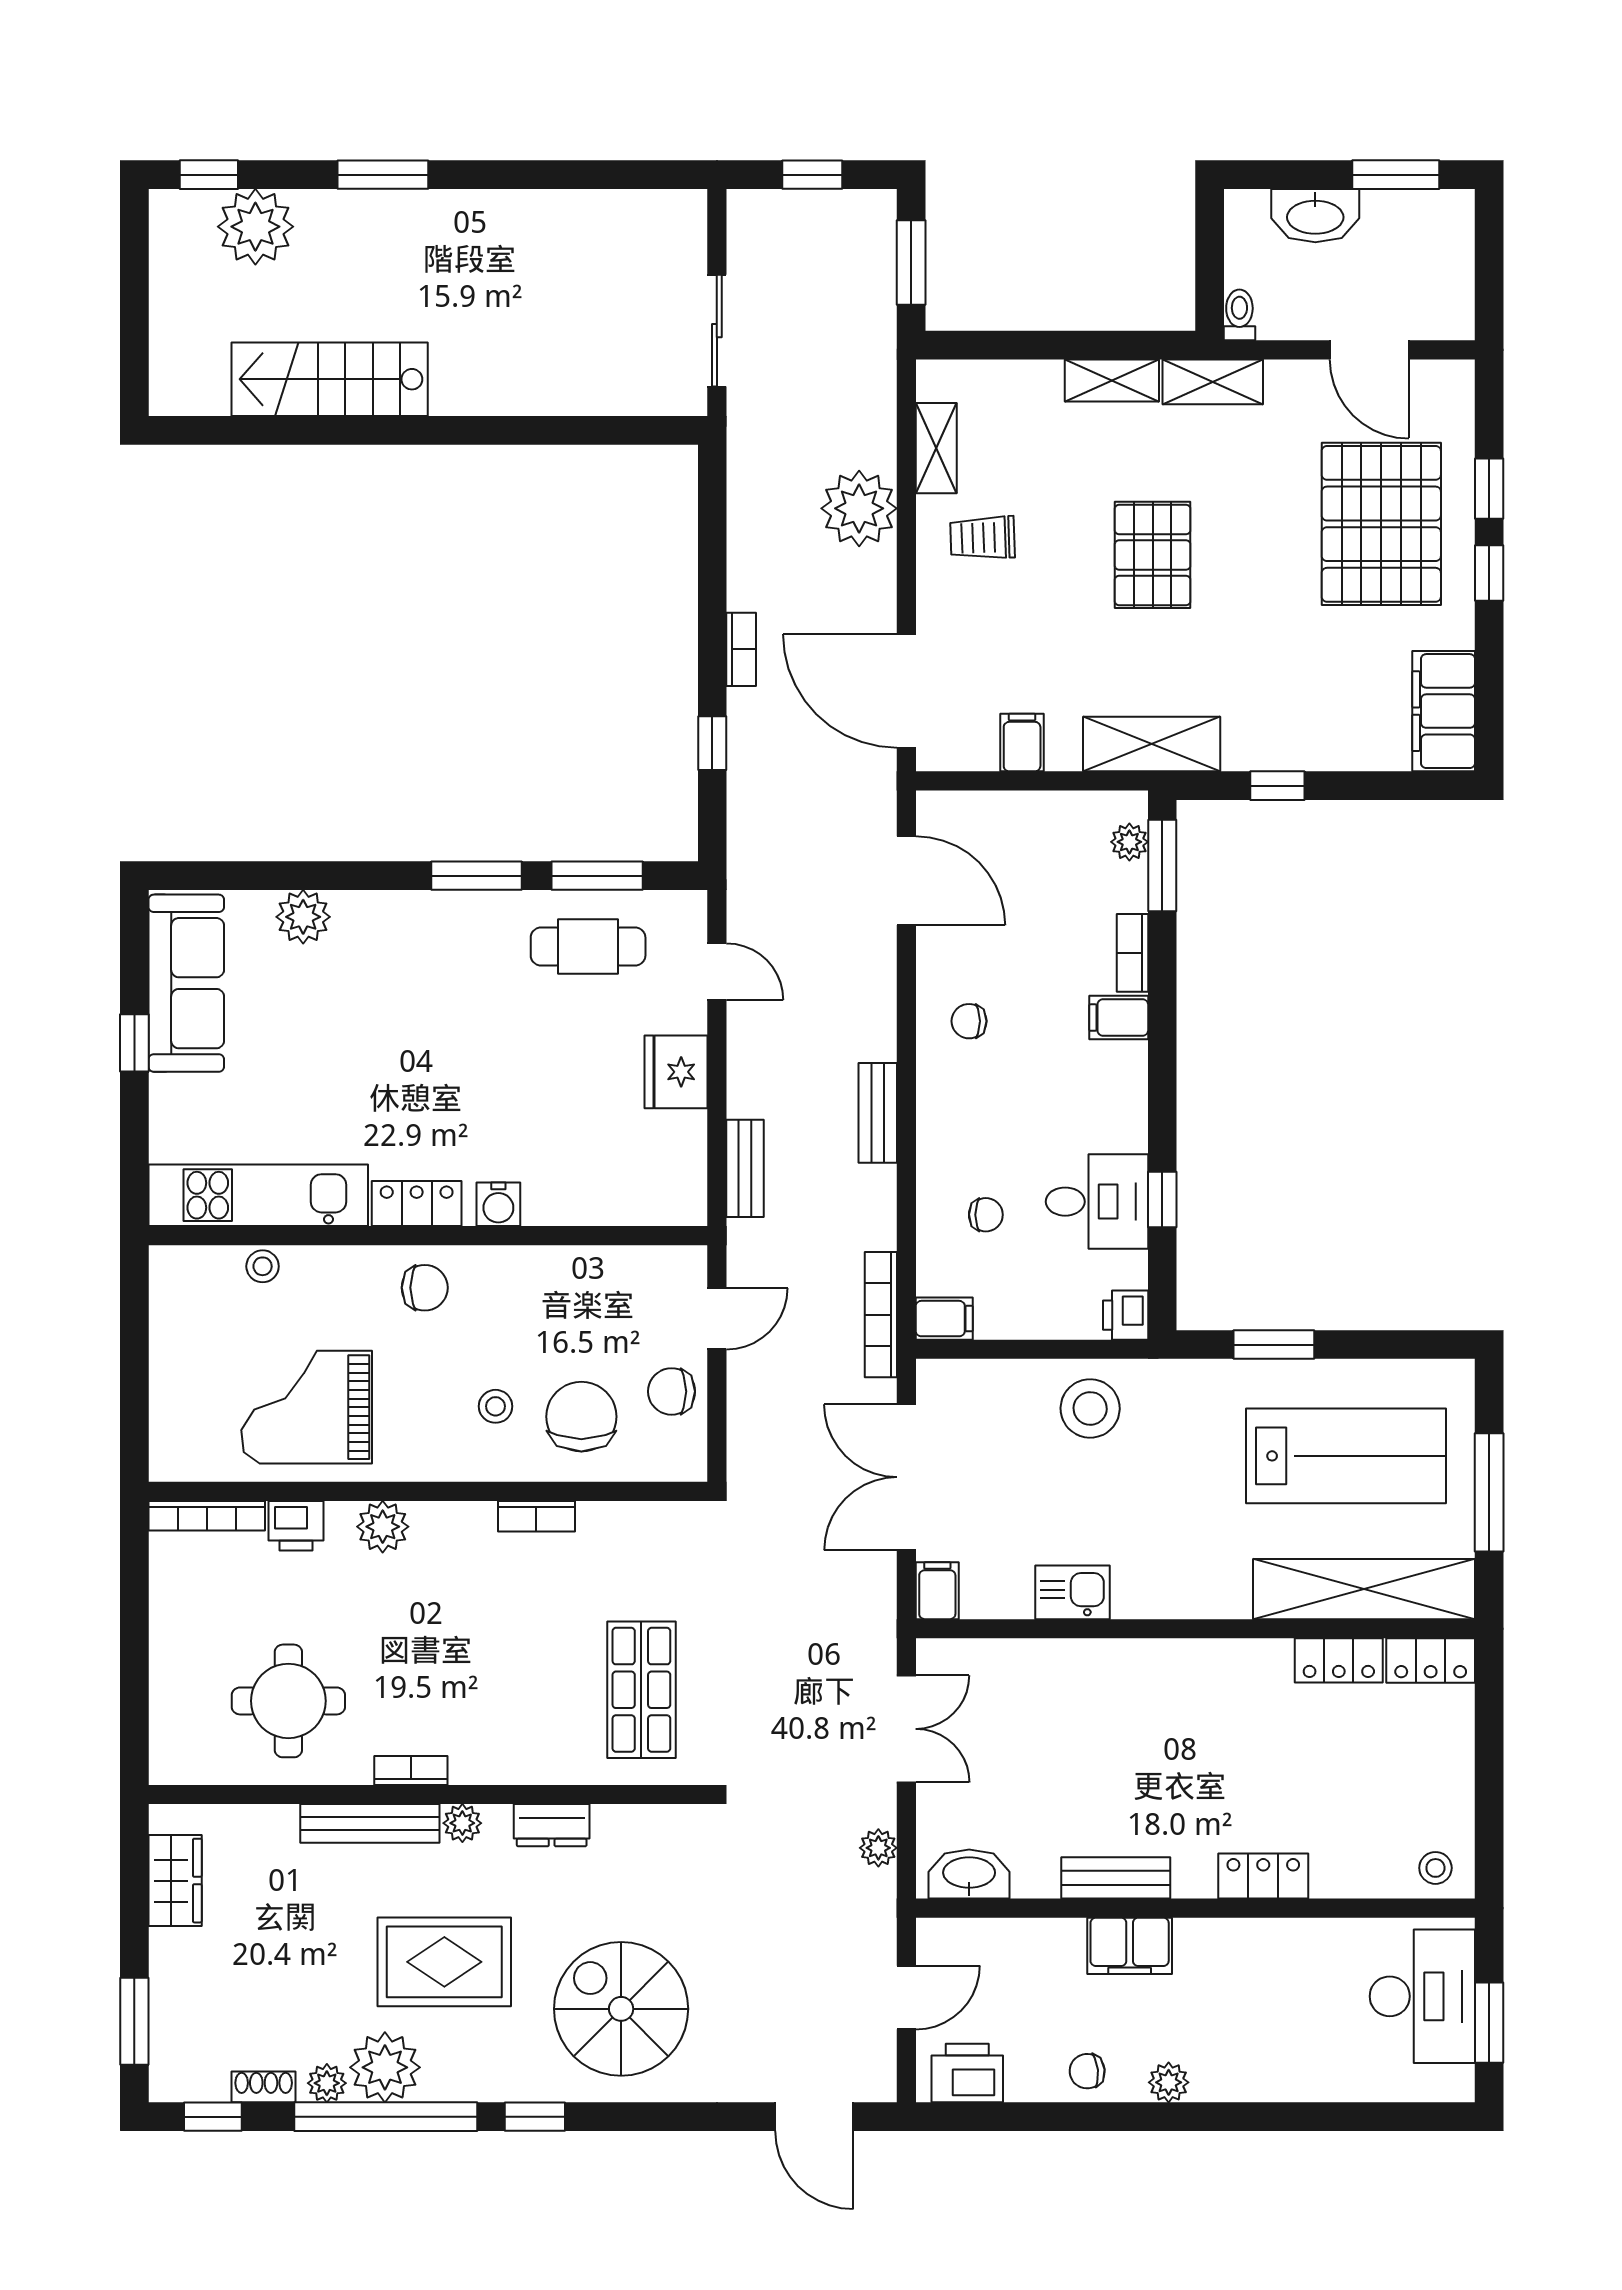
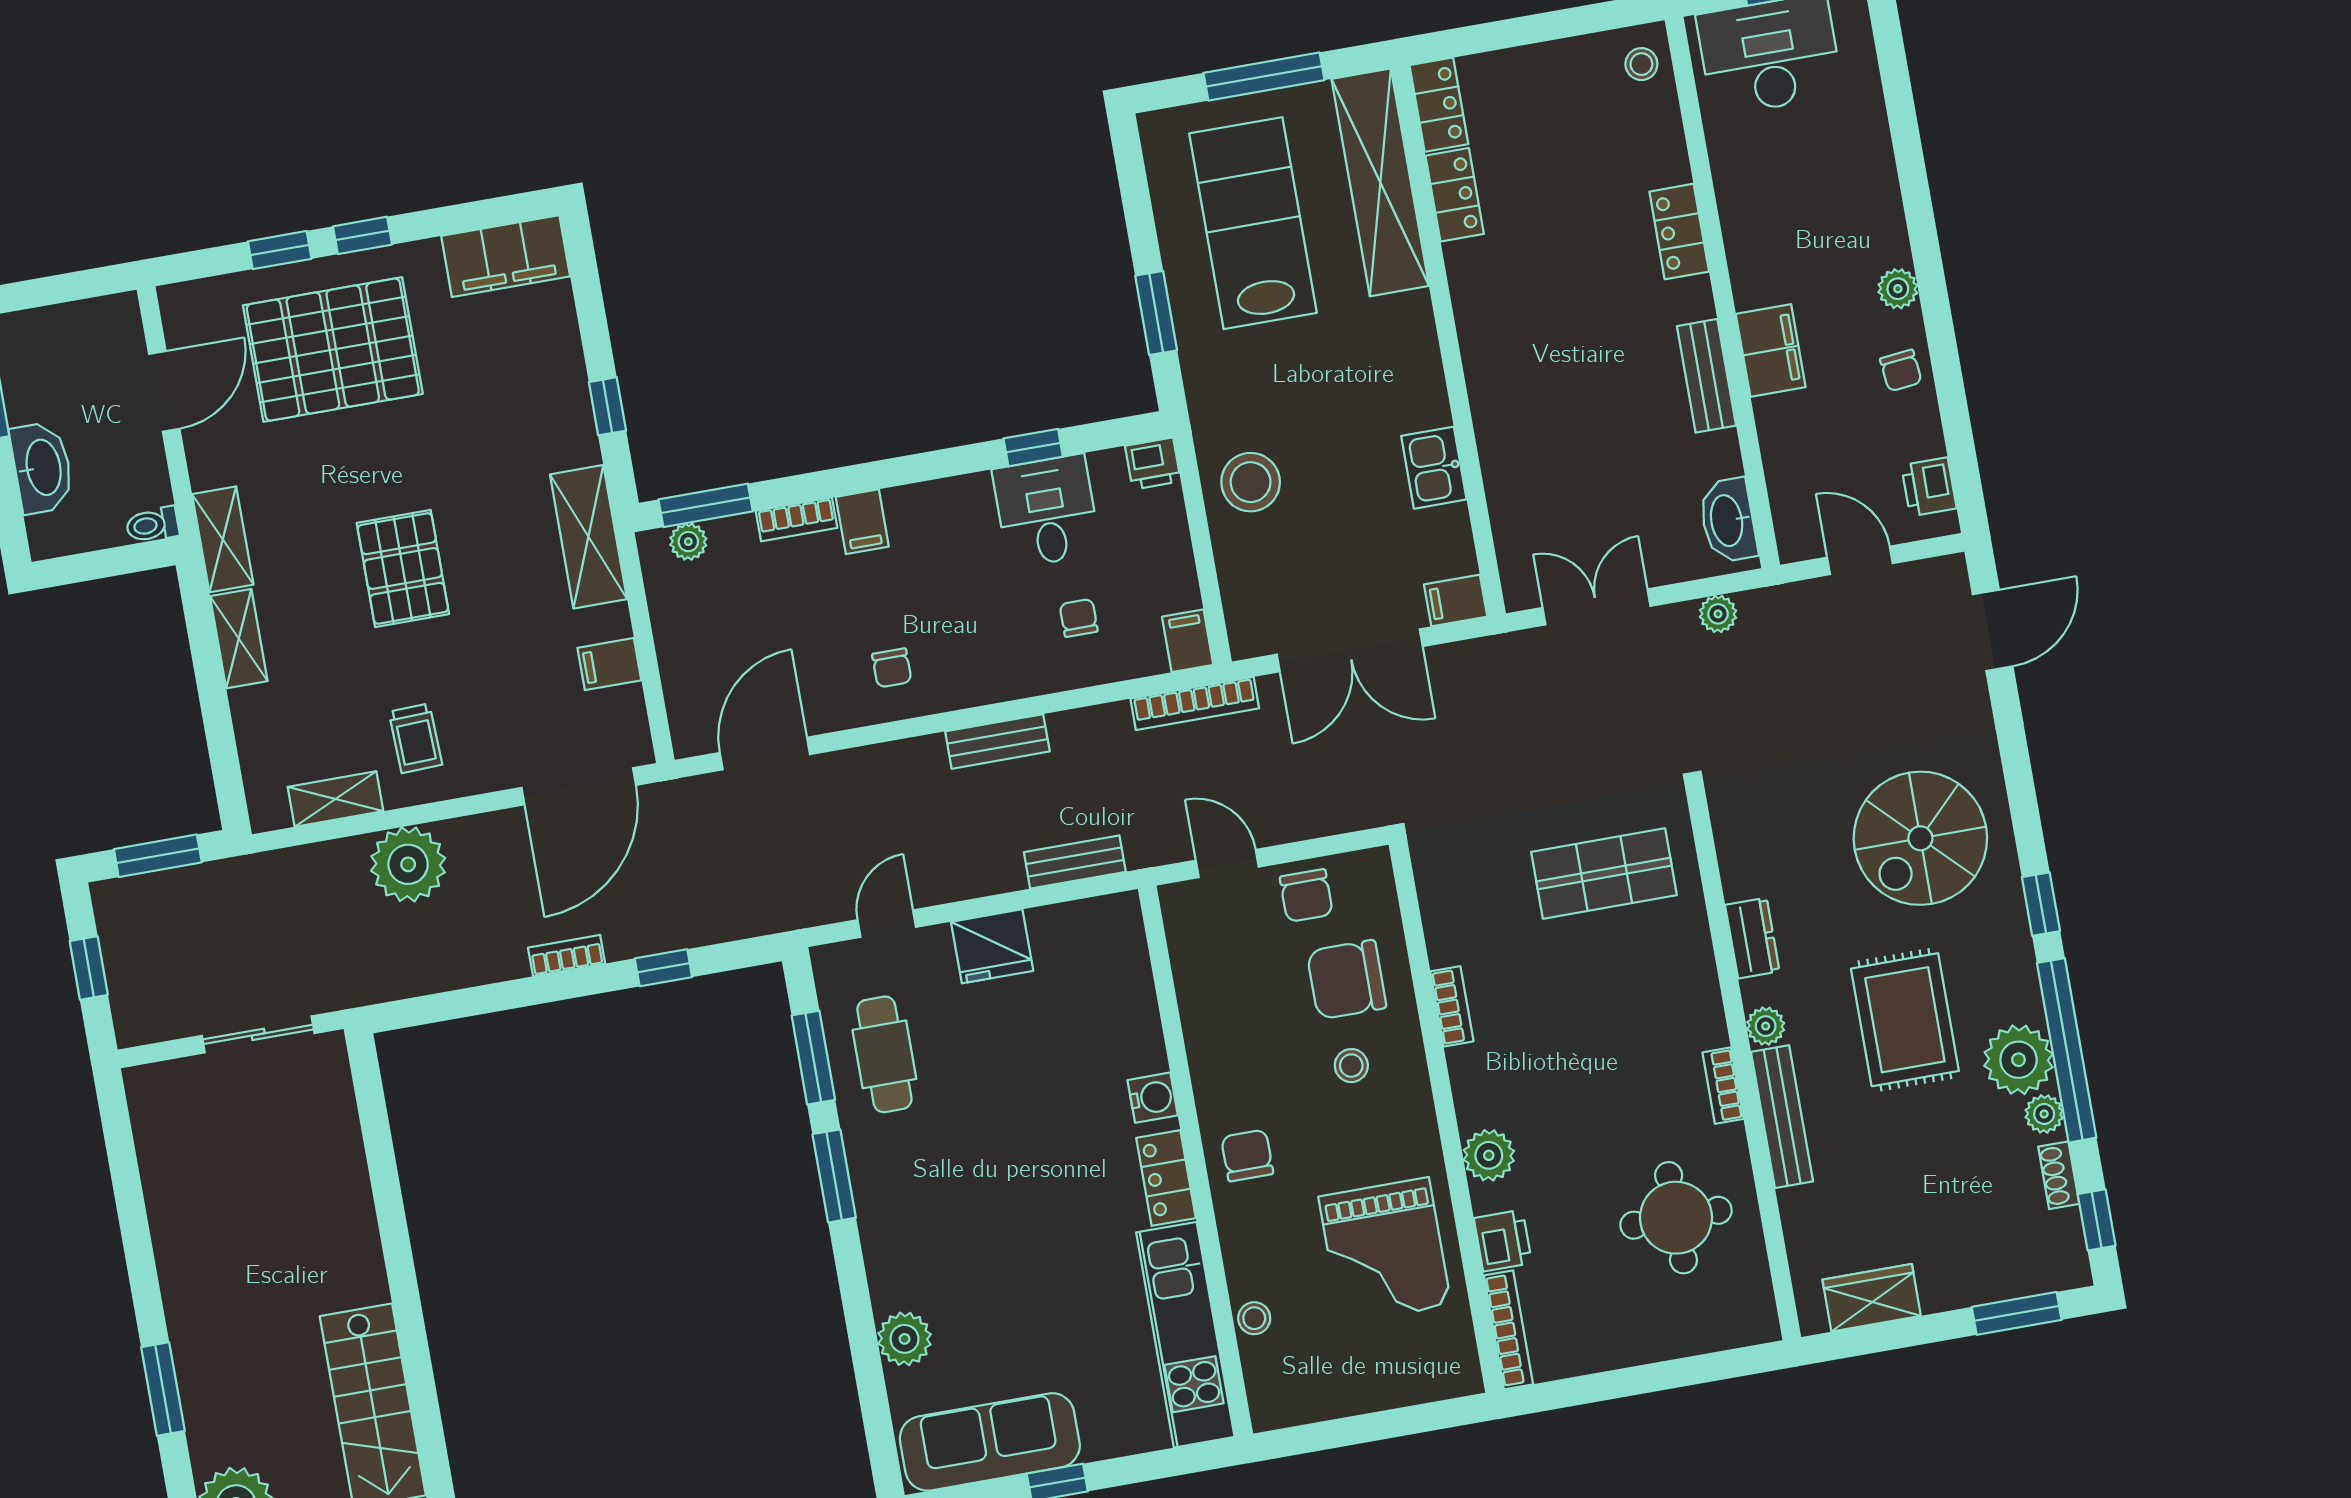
pallet: (1153, 555) -> (403, 569), turned 90
printer: (967, 2073) -> (1929, 487), width x0.73, depth x0.81

